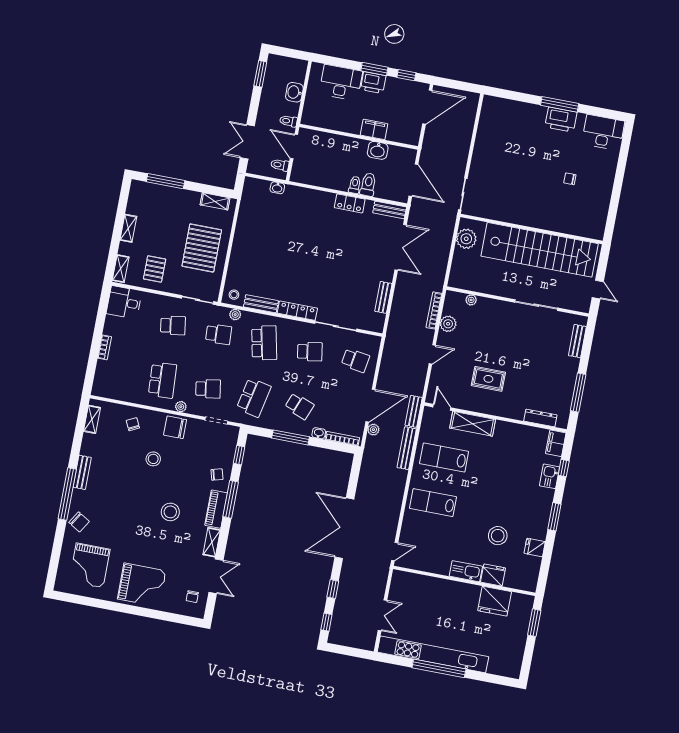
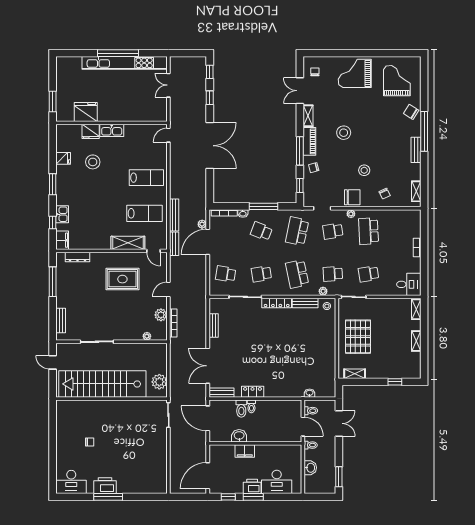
window: (166, 181) -> (395, 382), width x0.46
pallet: (155, 269) -> (391, 314), removed
rug: (488, 379) -> (122, 279), width x1.36, depth x1.43

